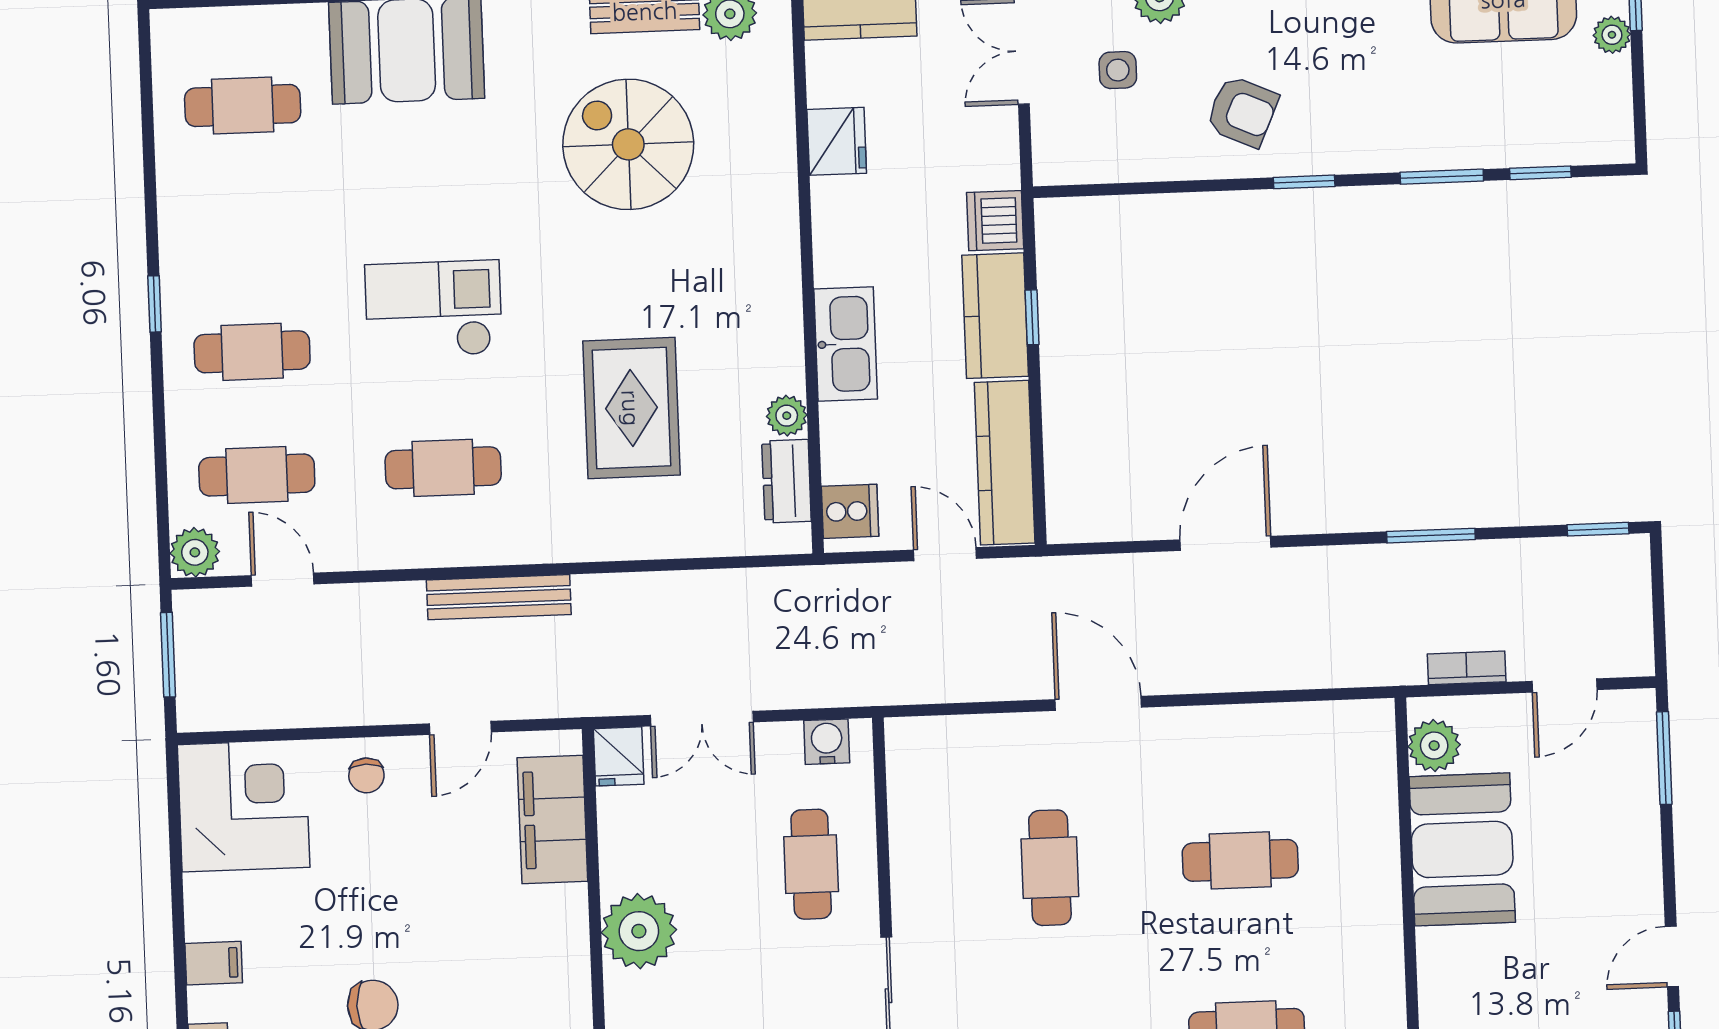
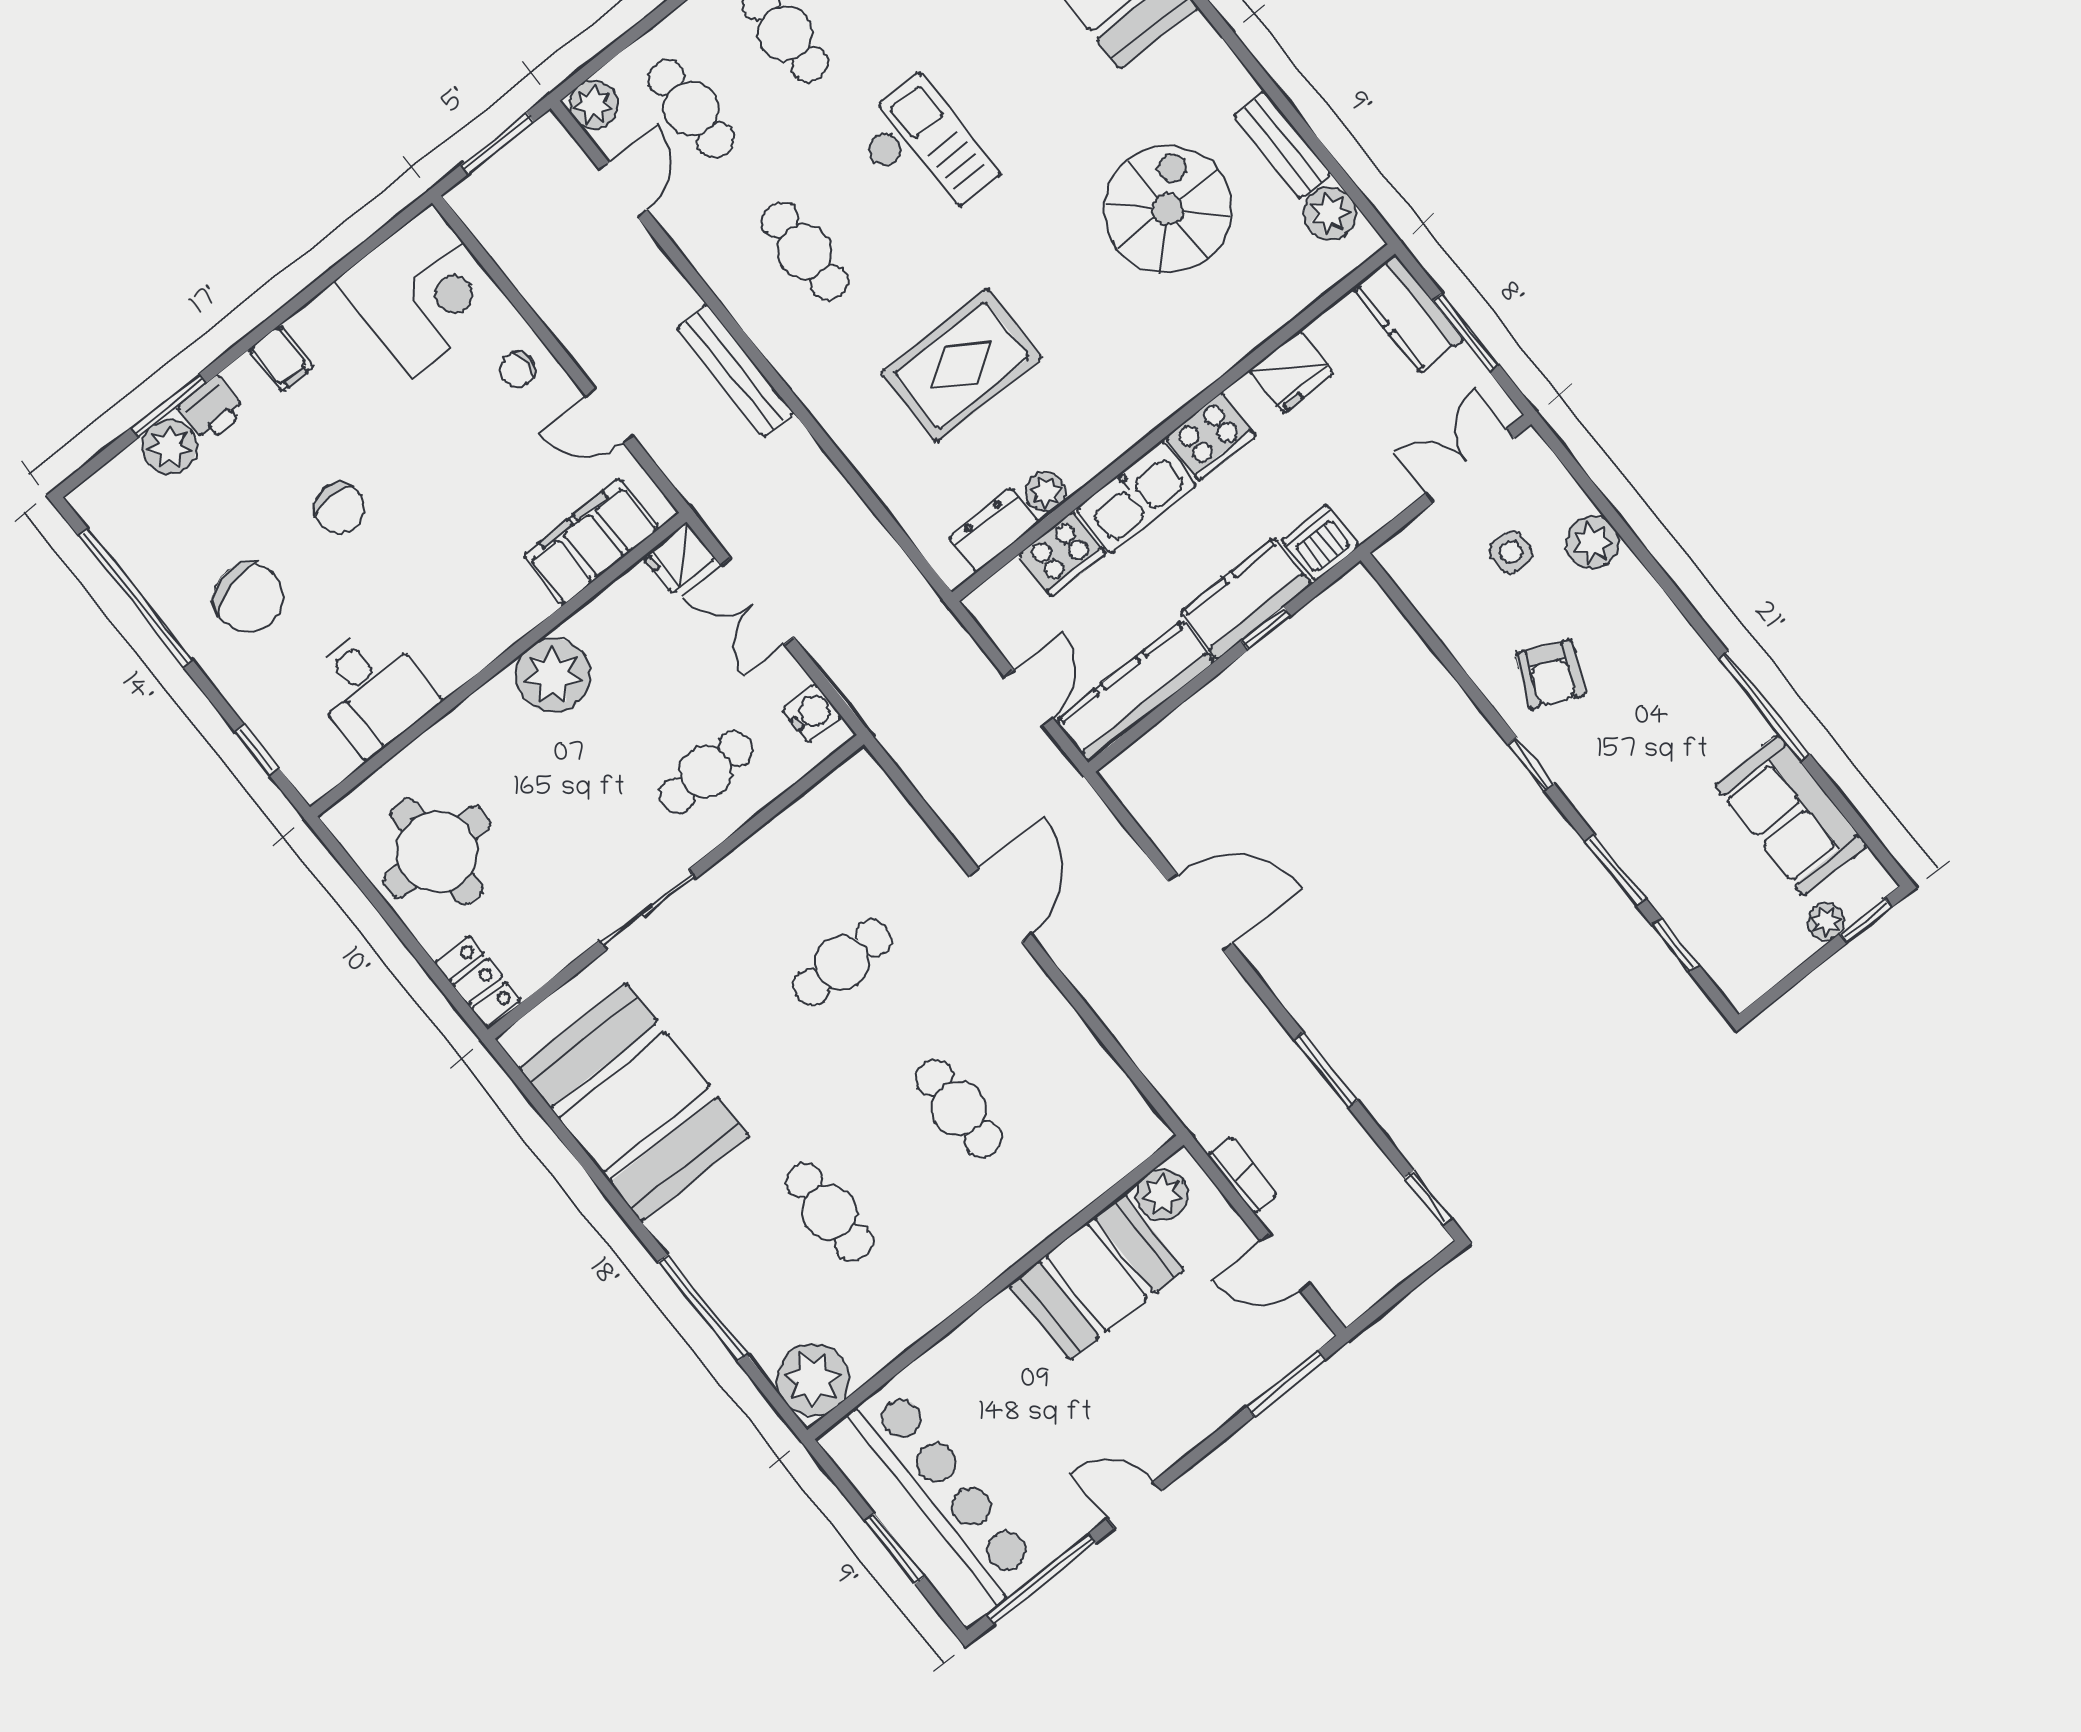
cooker: (841, 247) -> (1210, 437), added
cooker: (850, 511) -> (1062, 554), moved, width x1.36

